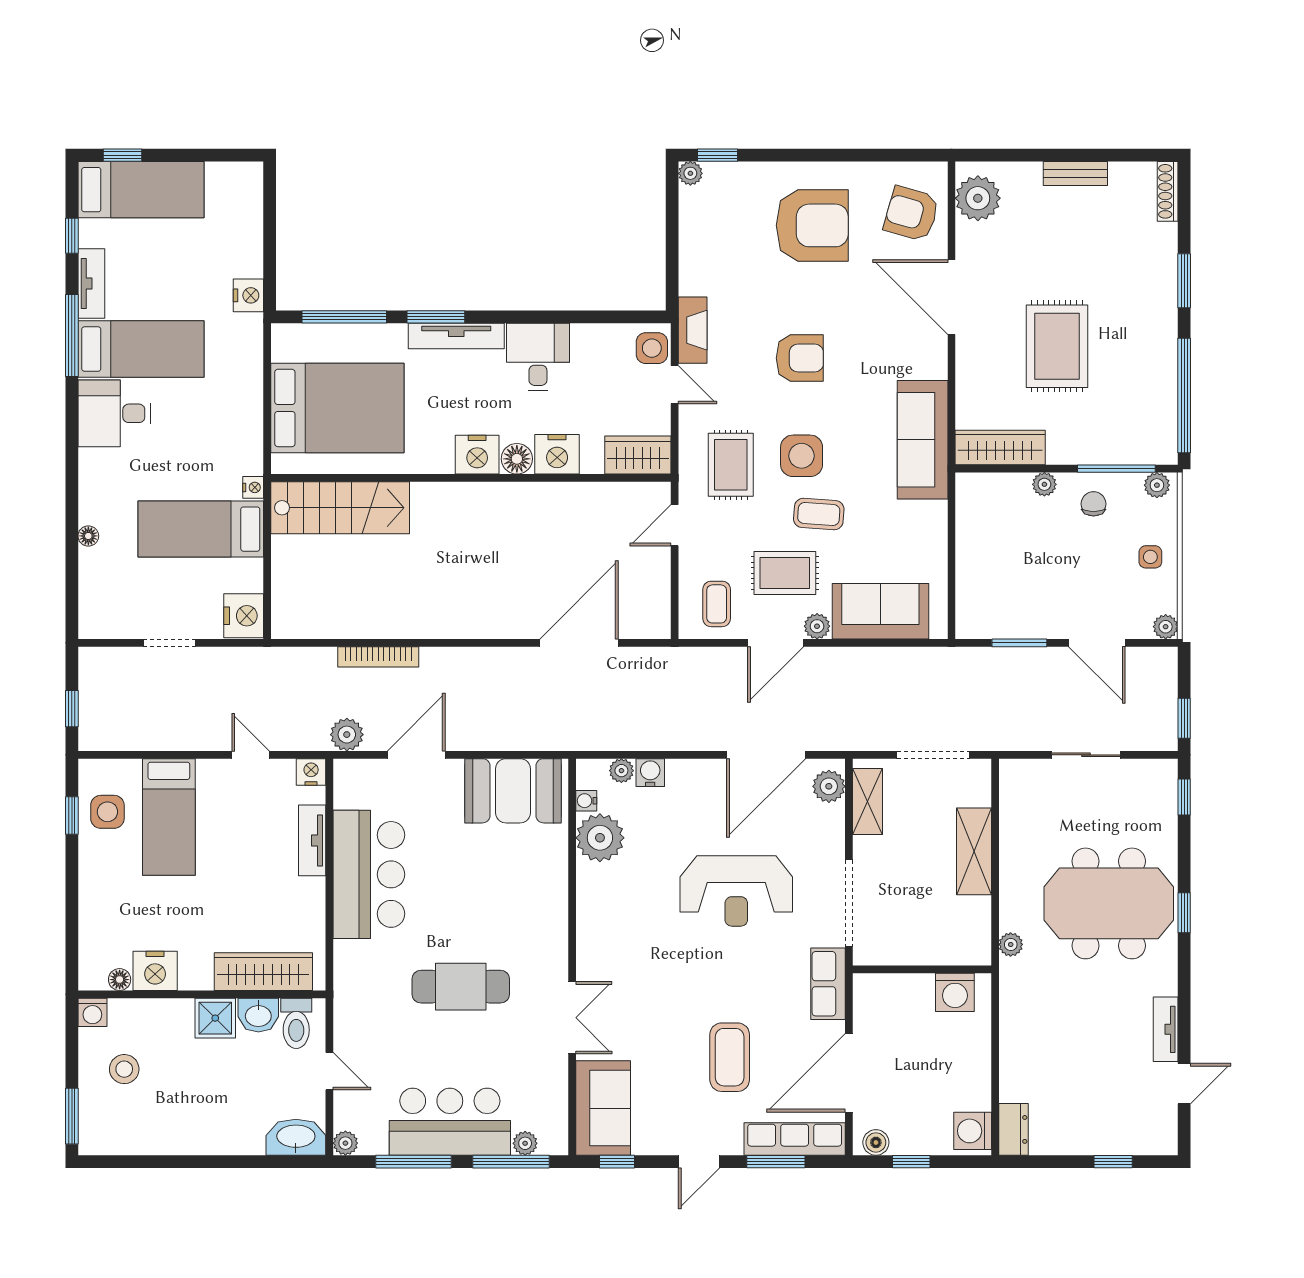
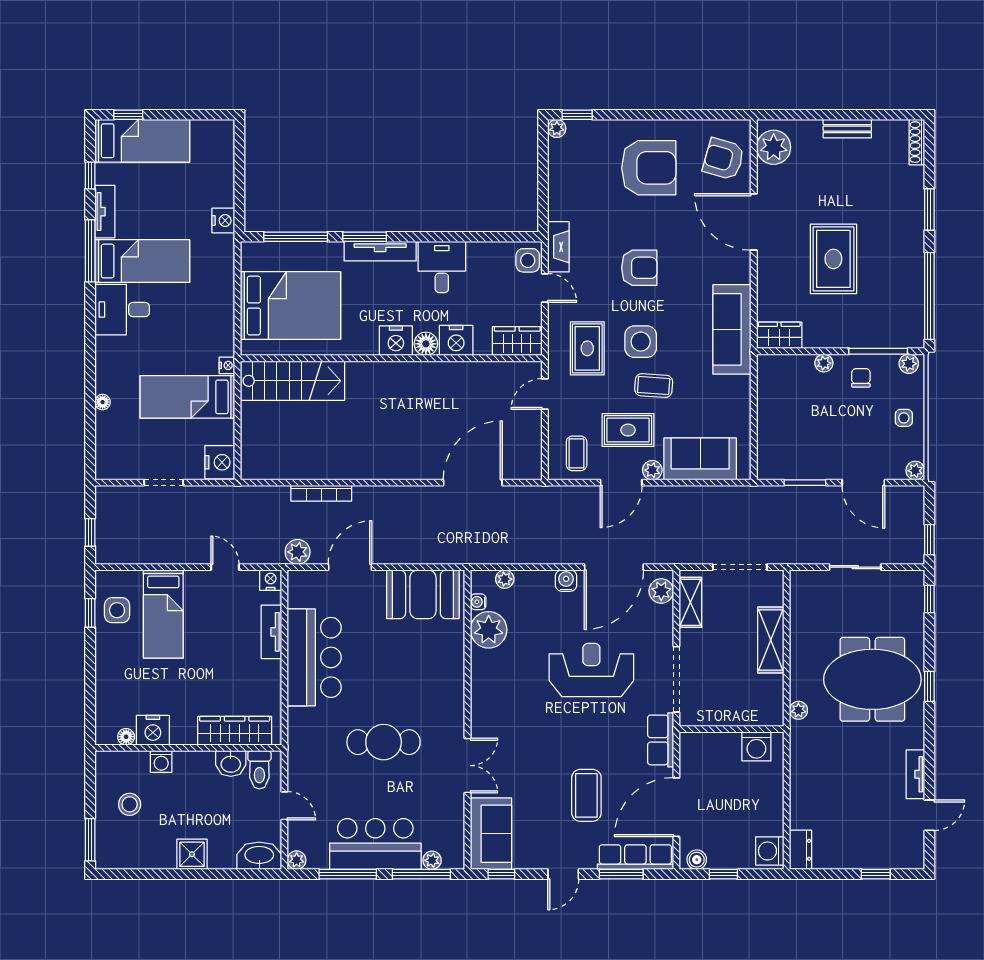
wardrobe: (1000, 448) -> (779, 335), width x0.67
water cooler: (650, 773) -> (566, 581), moved
reception desk: (736, 891) -> (591, 670), turned 180
washing machine: (92, 1012) -> (161, 761), moved
shower: (215, 1018) -> (192, 854), moved

